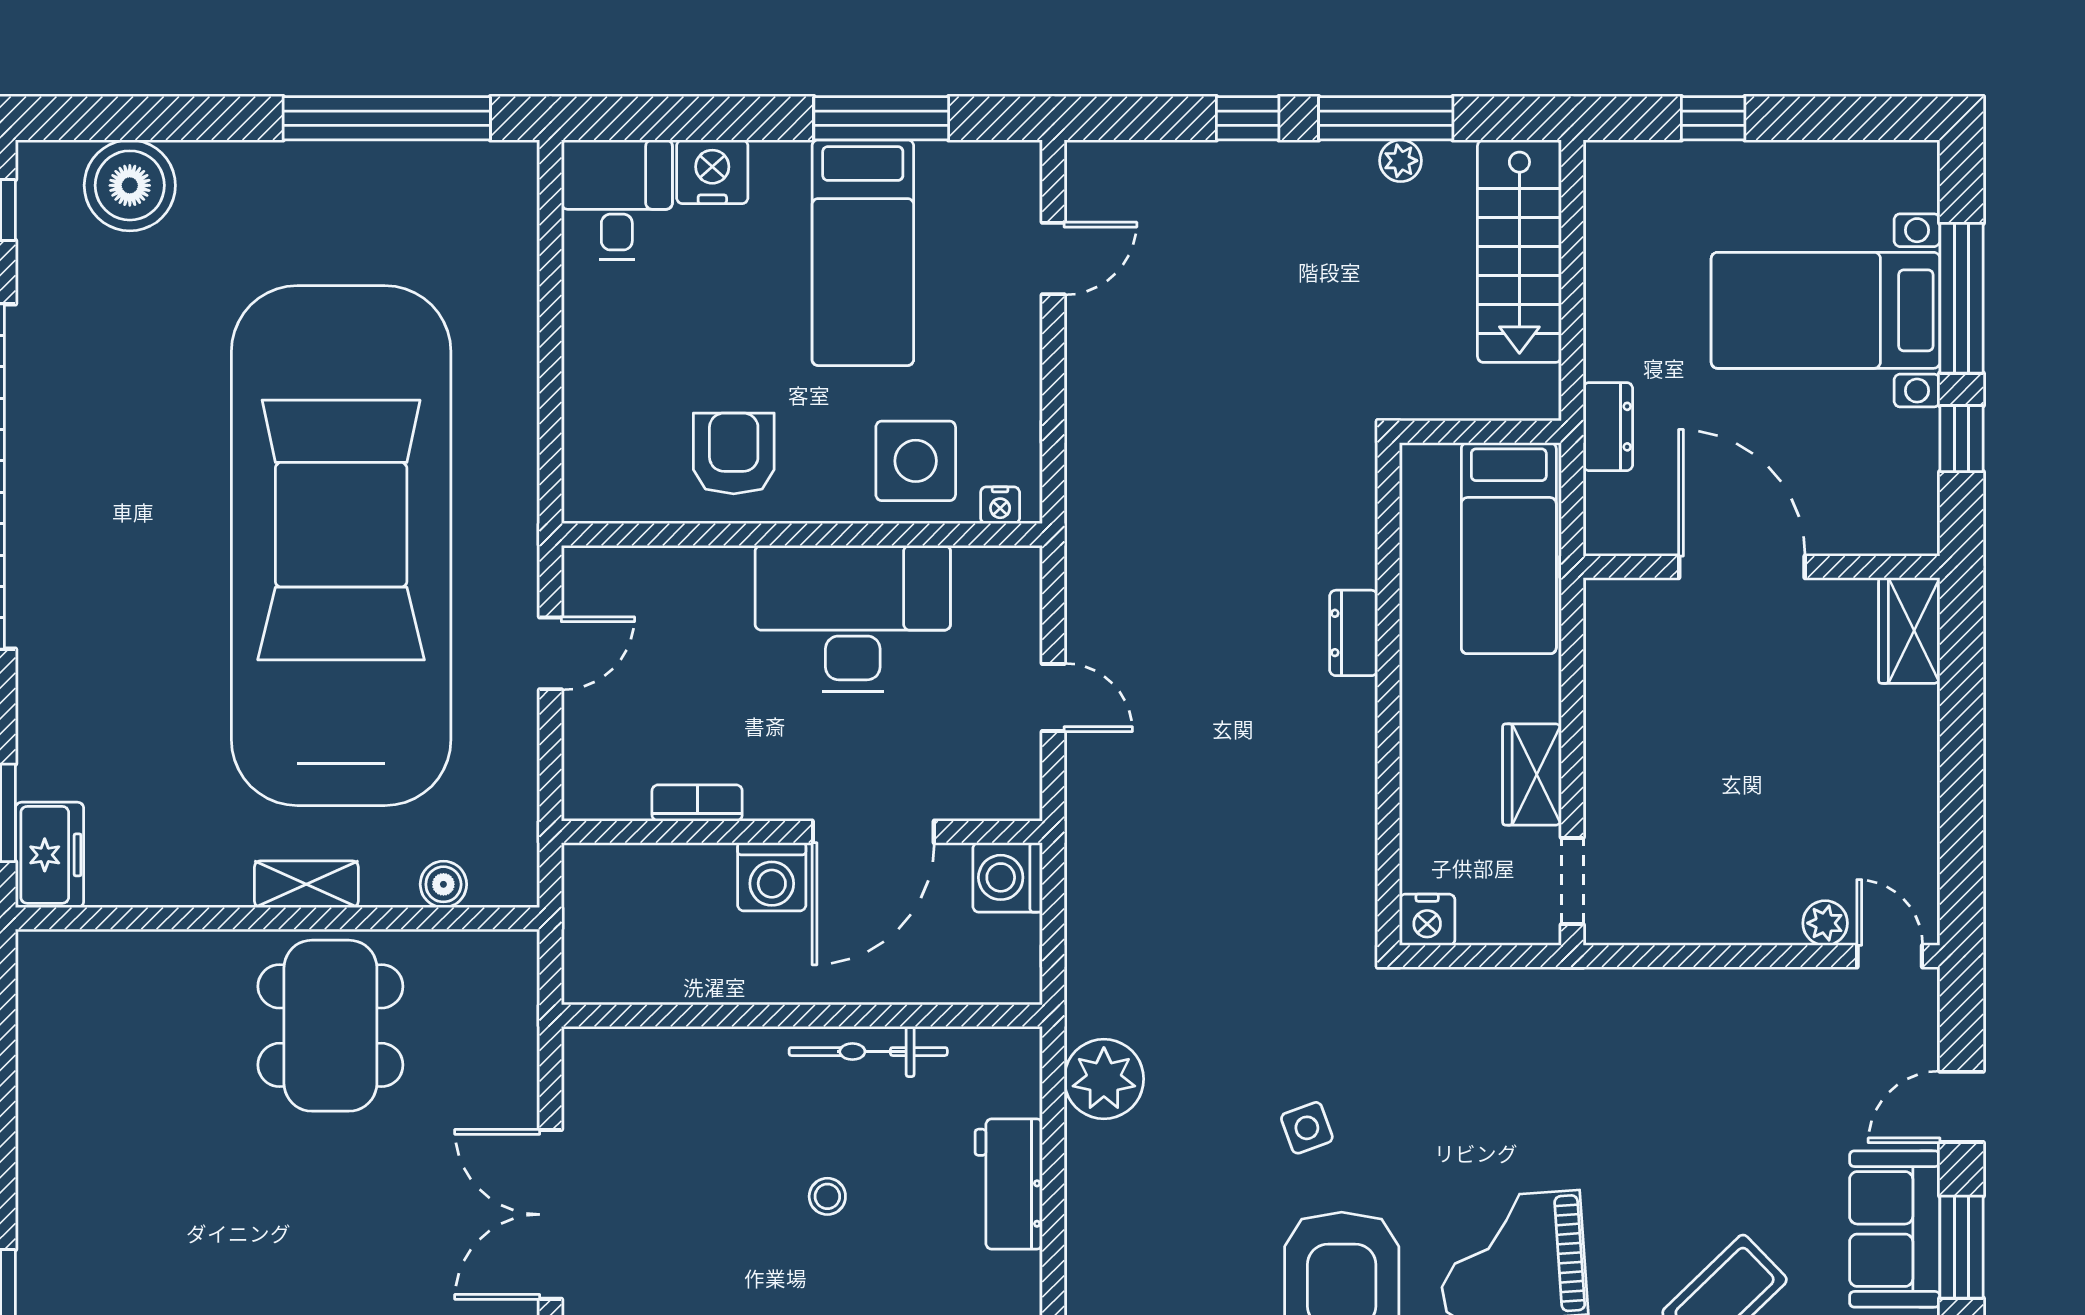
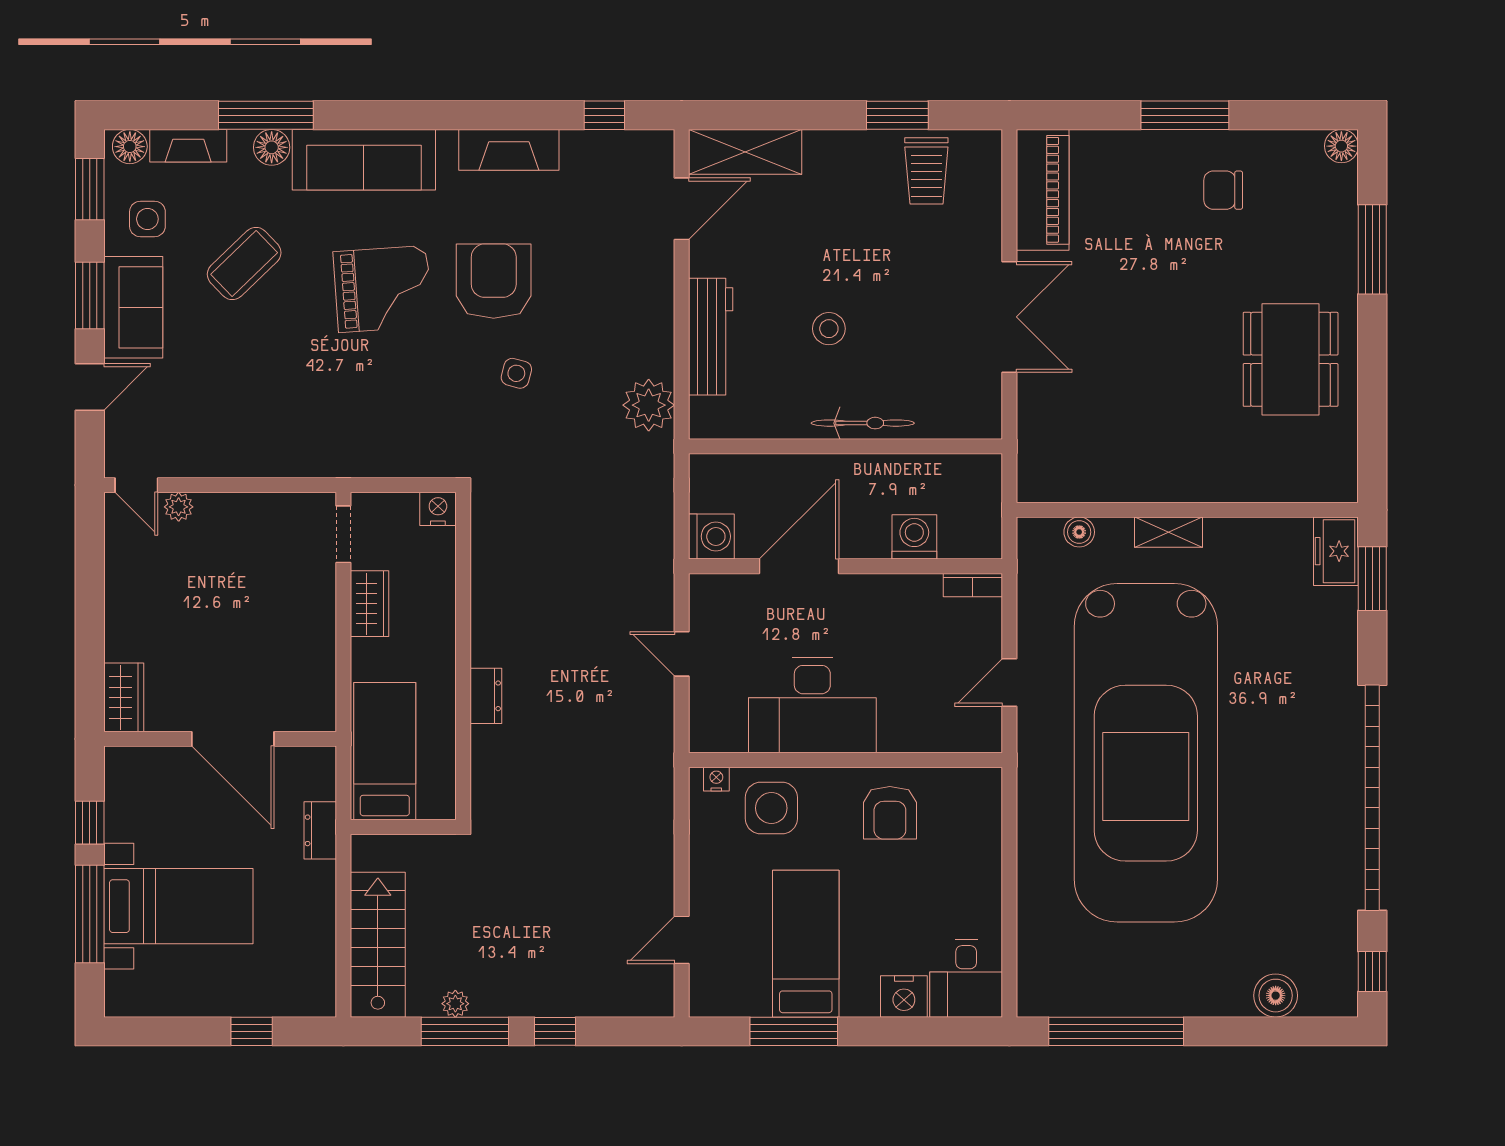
boiler: (130, 185) -> (1276, 996), width x0.73, depth x0.73
bookcase: (697, 803) -> (973, 585), moved
washing machine: (772, 877) -> (914, 537), moved
dining table: (330, 1026) -> (1291, 359), moved
bicycle: (868, 1052) -> (863, 423), moved
side table: (1307, 1128) -> (516, 373), turned 35
workbench: (1009, 1184) -> (711, 337), width x1.38
stool: (827, 1196) -> (829, 329), width x1.37, depth x1.37

